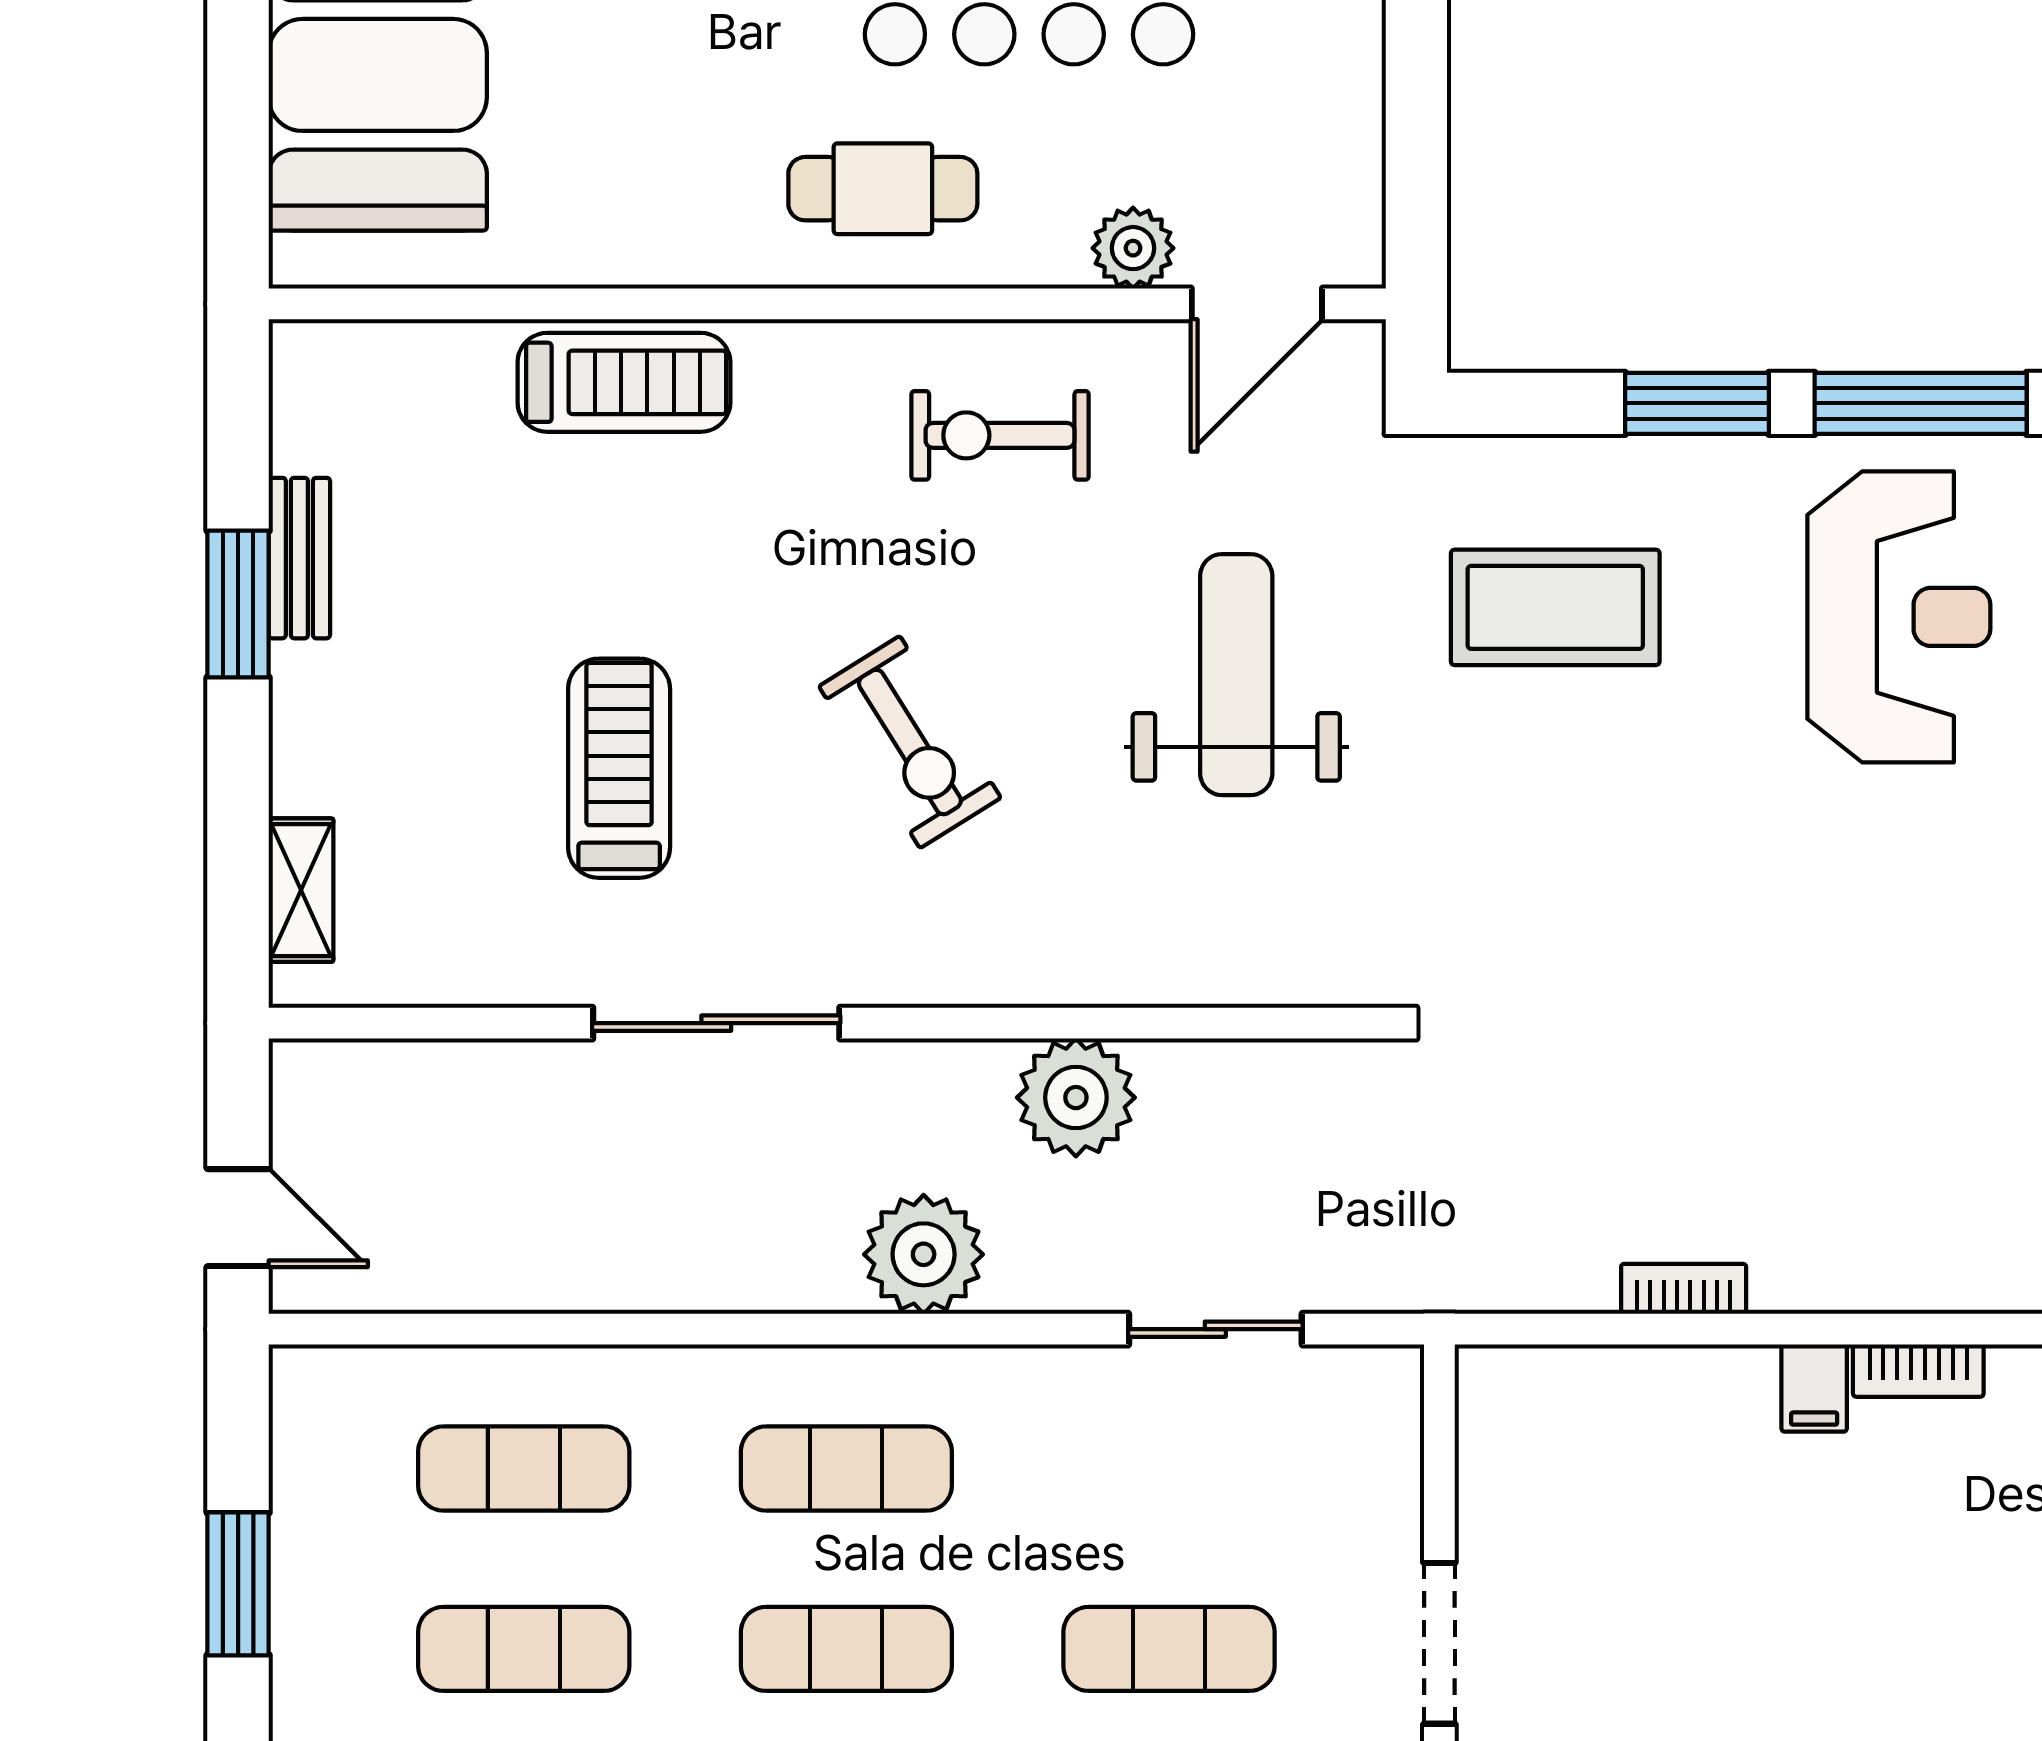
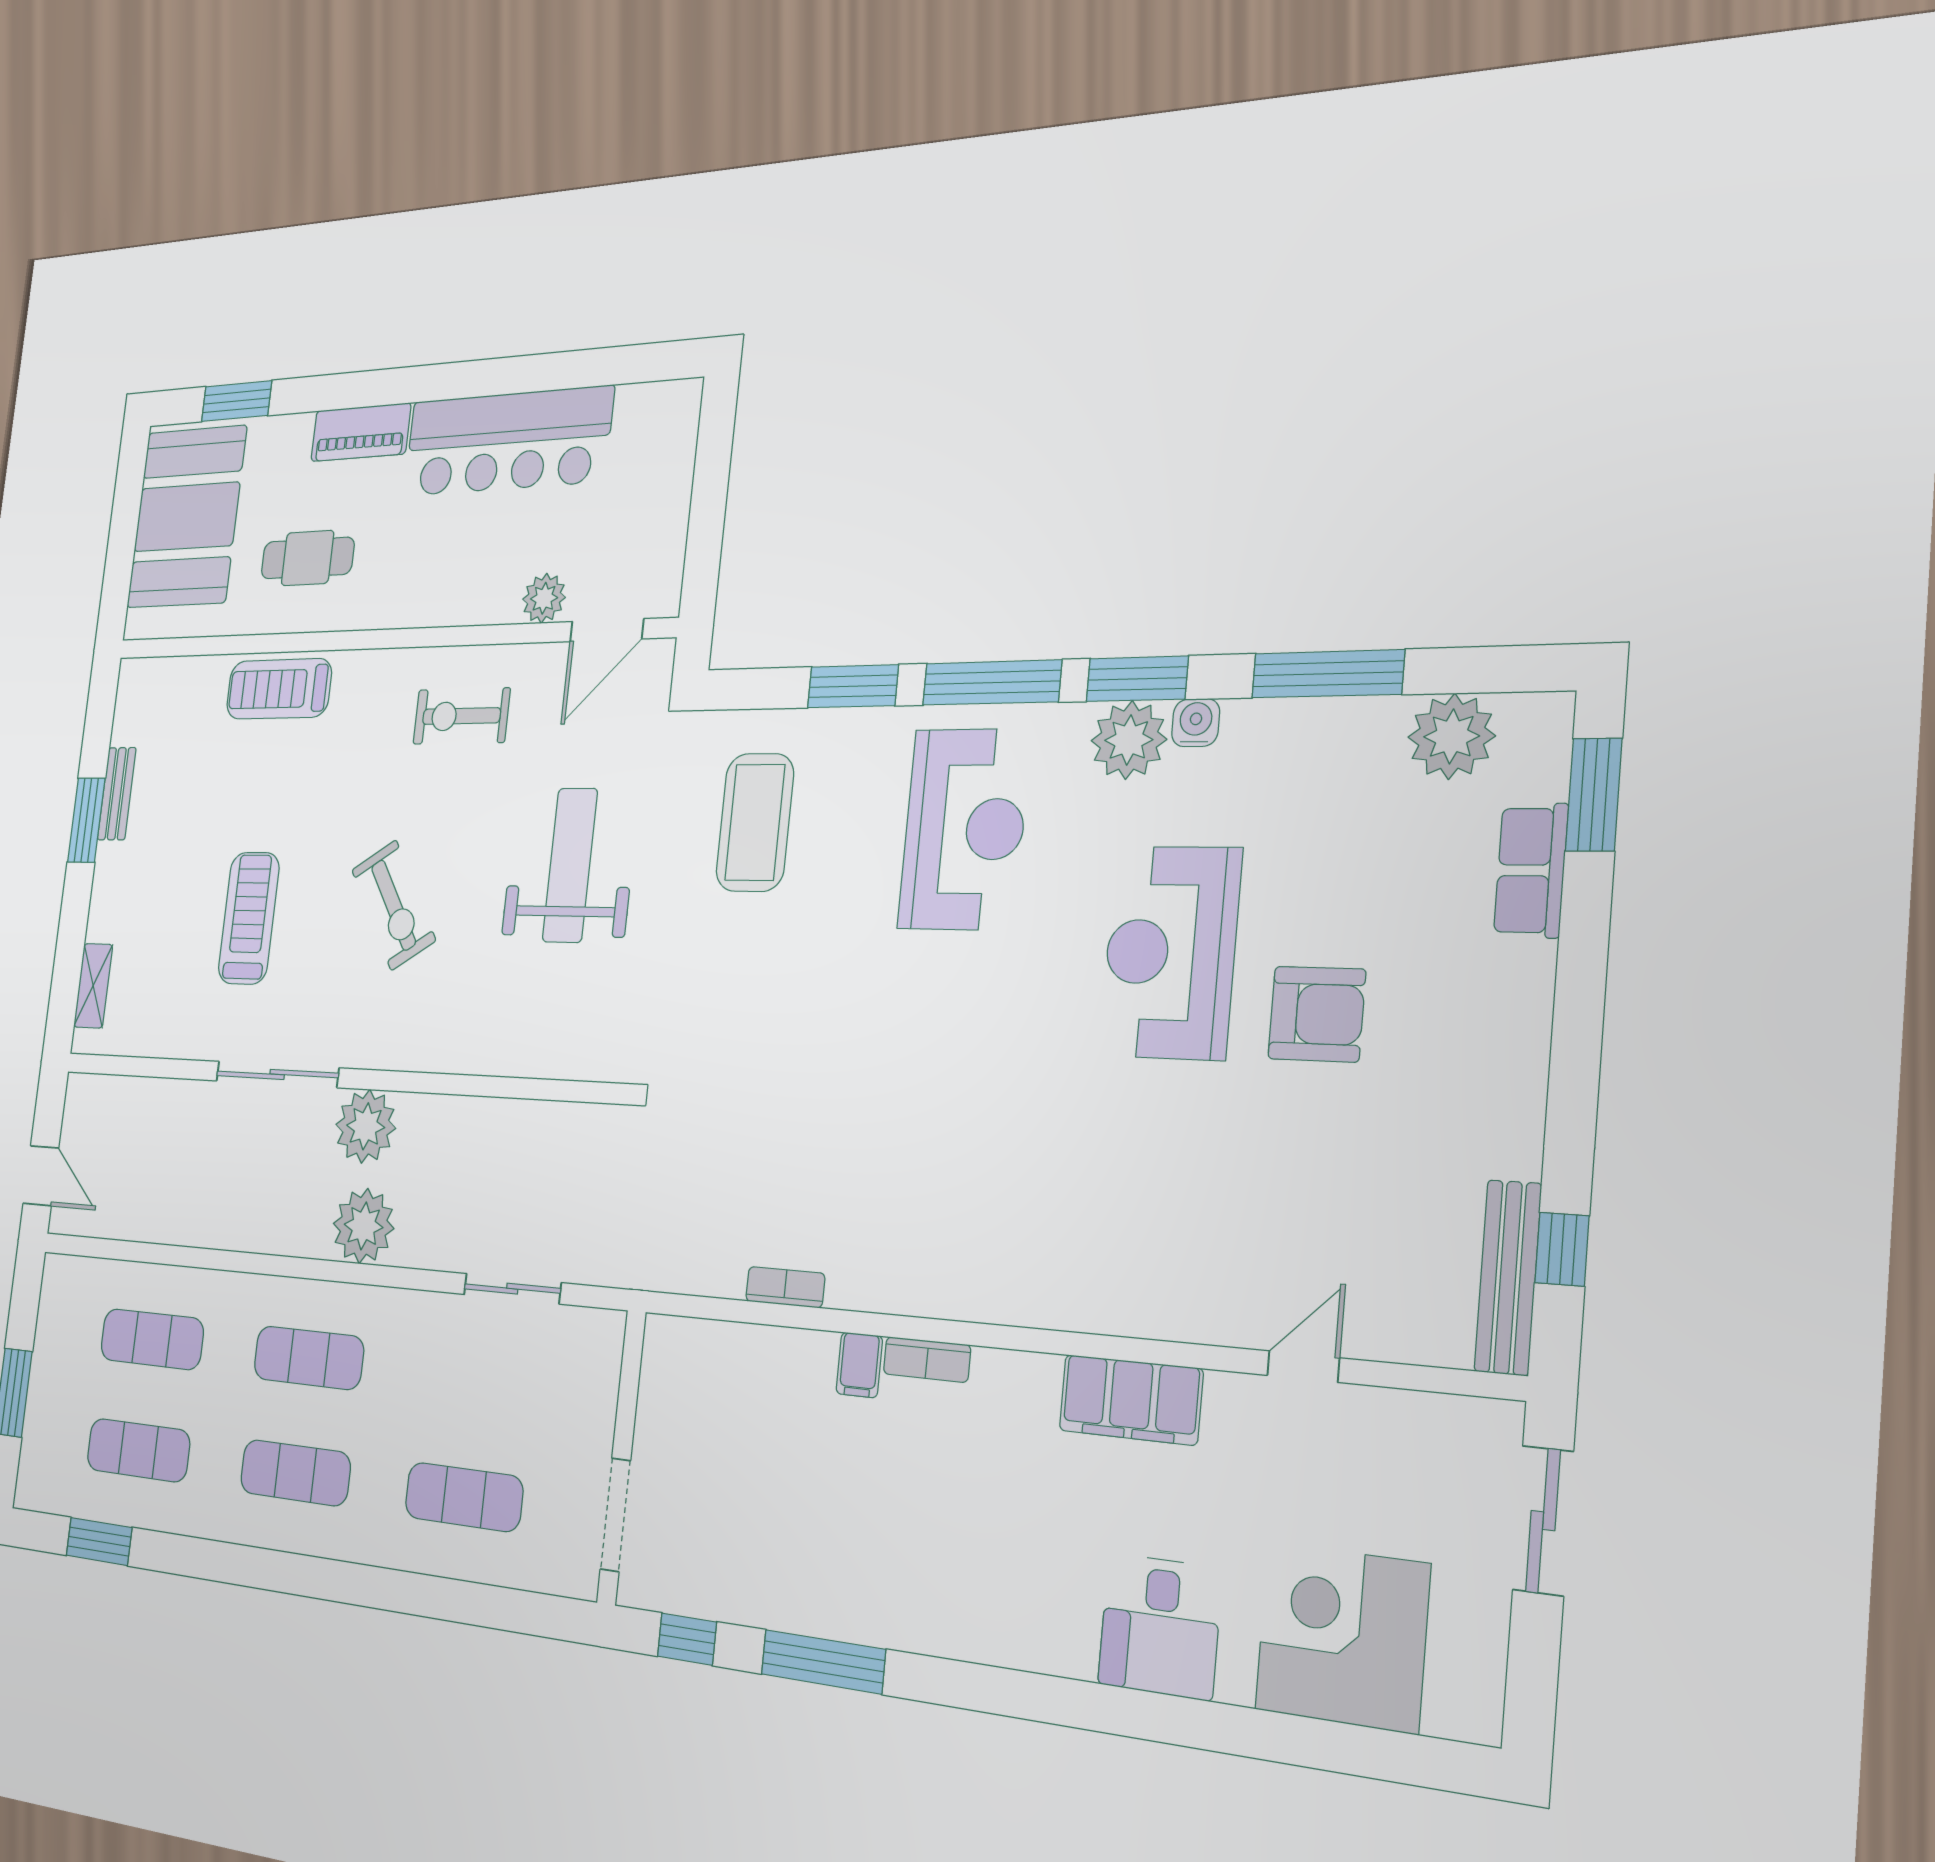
cafe table: (883, 189) -> (308, 558), moved
treadmill: (624, 382) -> (279, 689), turned 180
coffee table: (1555, 607) -> (755, 822), turned 90
plant: (1076, 1098) -> (366, 1126), moved

